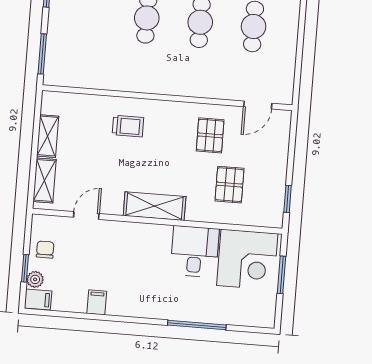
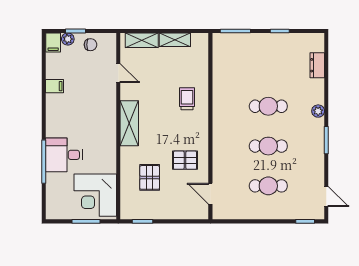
trolley: (128, 126) -> (187, 99), turned 180
pallet: (229, 185) -> (150, 177), turned 90
desk: (195, 251) -> (64, 155), moved, turned 180

